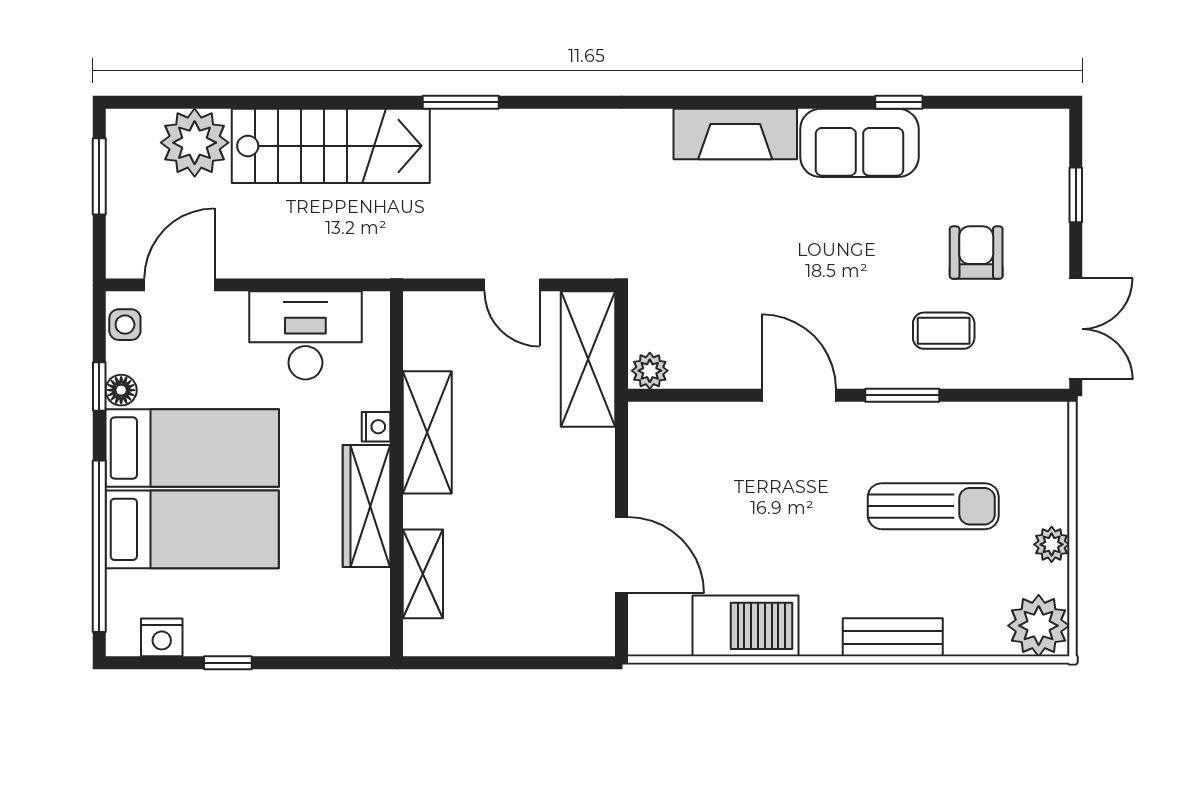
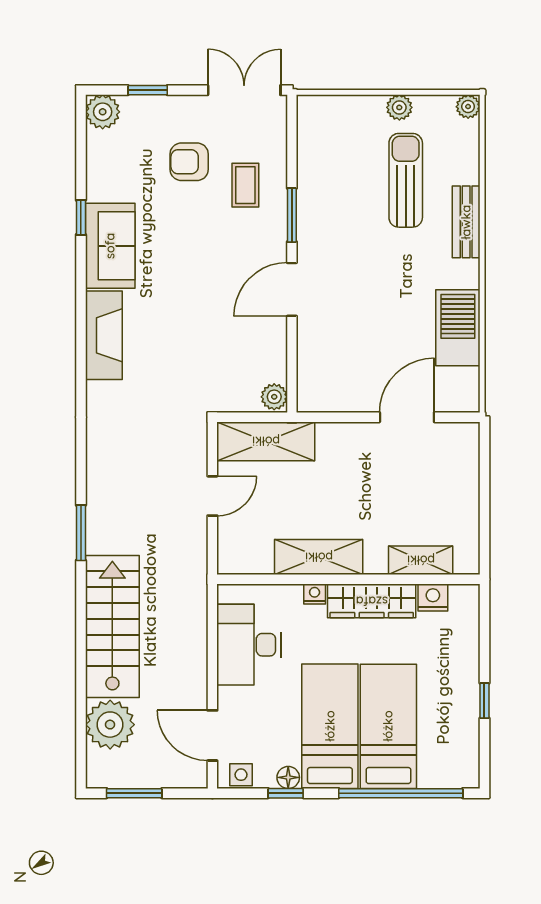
plant: (1046, 132) -> (103, 112), added
sun lounger: (933, 506) -> (406, 180), moved
plant: (1039, 626) -> (468, 107), width x0.53, depth x0.53
nightstand: (162, 637) -> (433, 597), moved, turned -90

